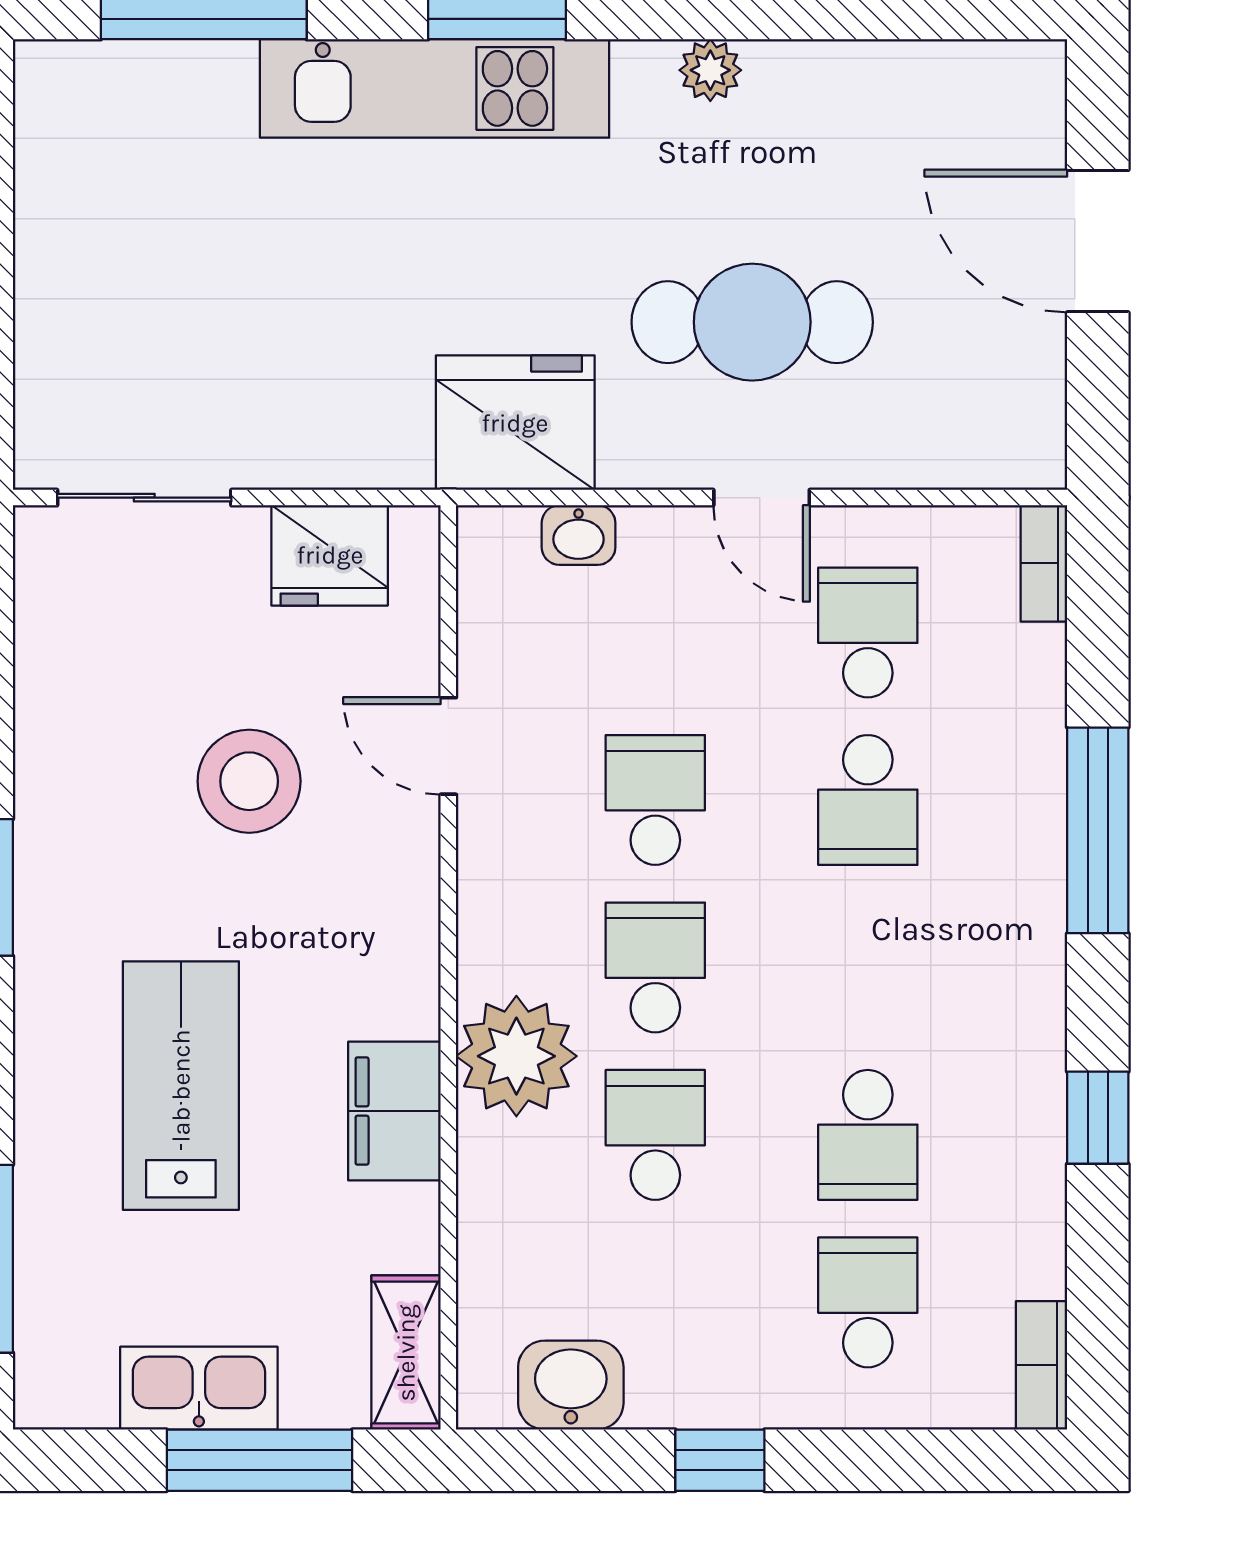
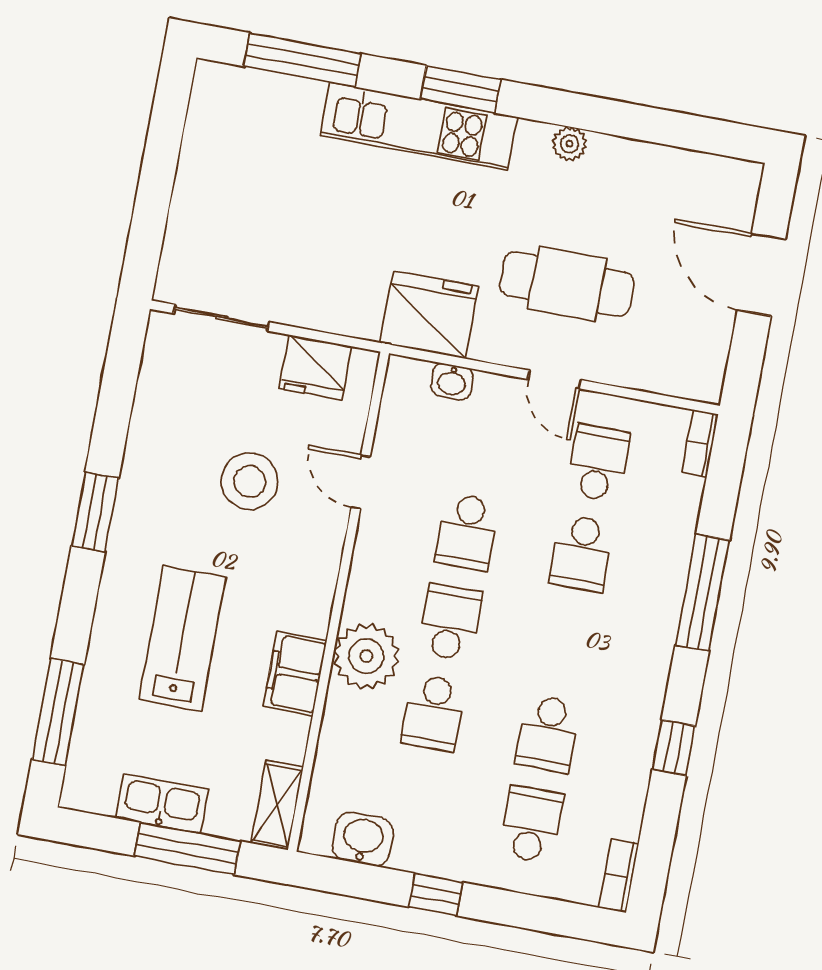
school desk: (655, 800) -> (467, 532), turned 180
school desk: (655, 1135) -> (433, 713), turned 180

